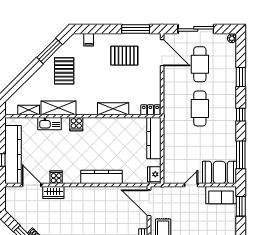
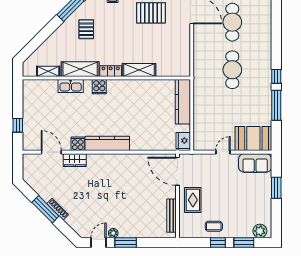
pallet: (64, 71) -> (86, 29), width x0.67, depth x0.71
window: (241, 77) -> (276, 36), removed
locker: (150, 110) -> (111, 71), moved
kitchen counter: (13, 155) -> (31, 119), removed
window: (241, 155) -> (276, 105), moved
kitchen counter: (101, 177) -> (107, 143), moved
window: (241, 206) -> (276, 188), moved

